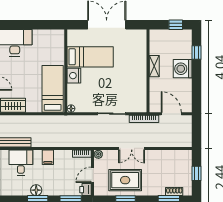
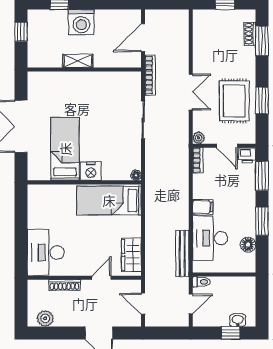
desk: (21, 163) -> (210, 238), width x1.37
floor lamp: (36, 190) -> (248, 245), moved

